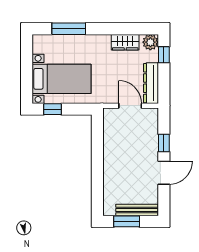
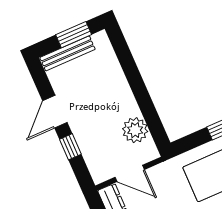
plant: (113, 135) -> (135, 130), added

